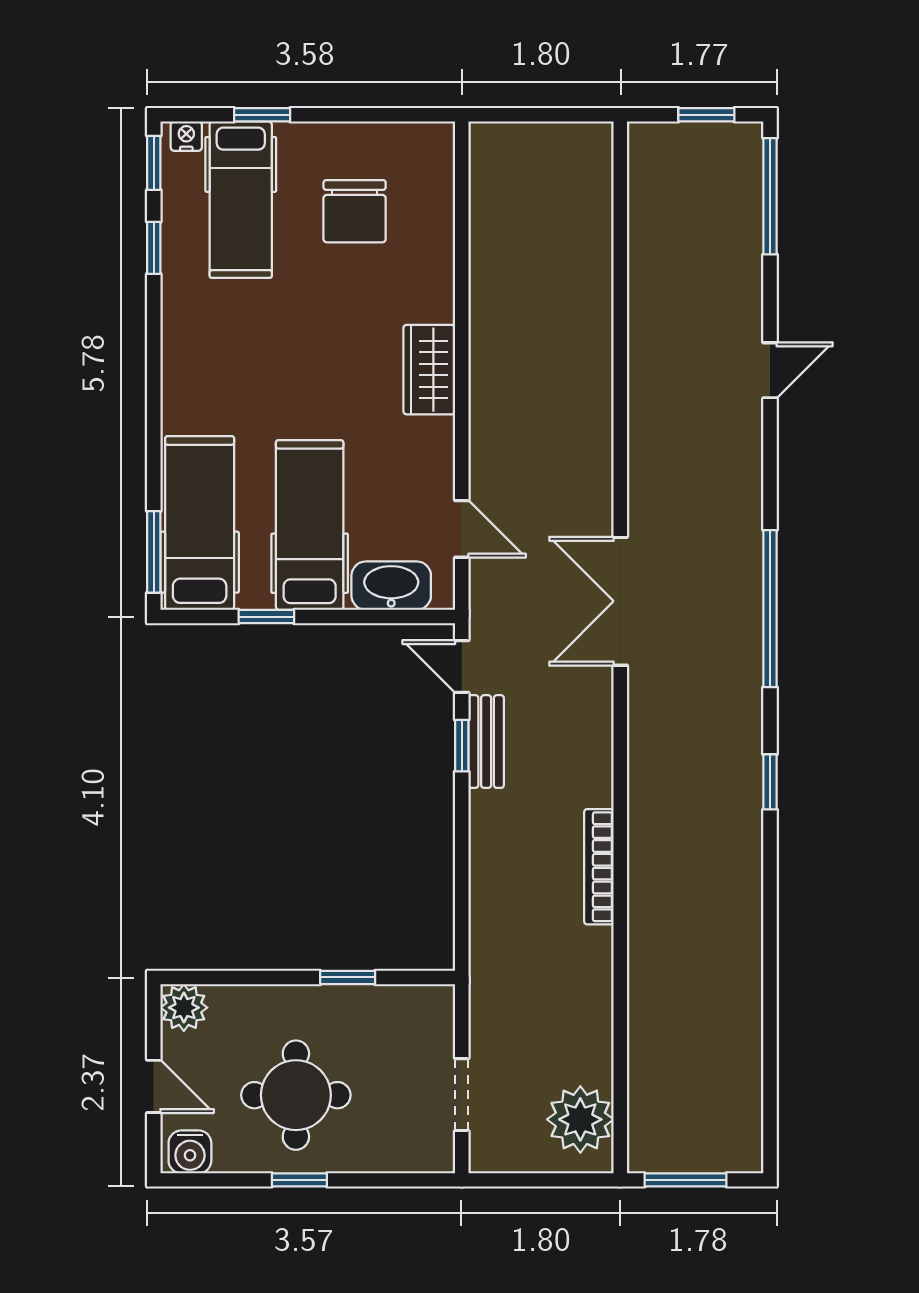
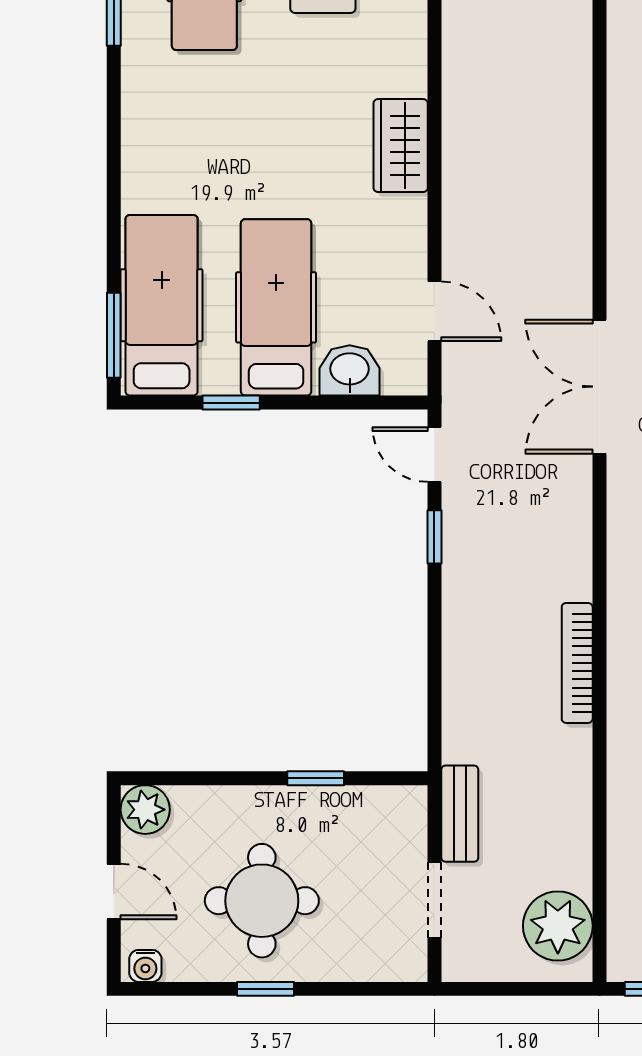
washbasin: (391, 586) -> (350, 370), width x0.72
bench: (486, 742) -> (460, 814), moved
water cooler: (190, 1152) -> (145, 966), width x0.72, depth x0.72

